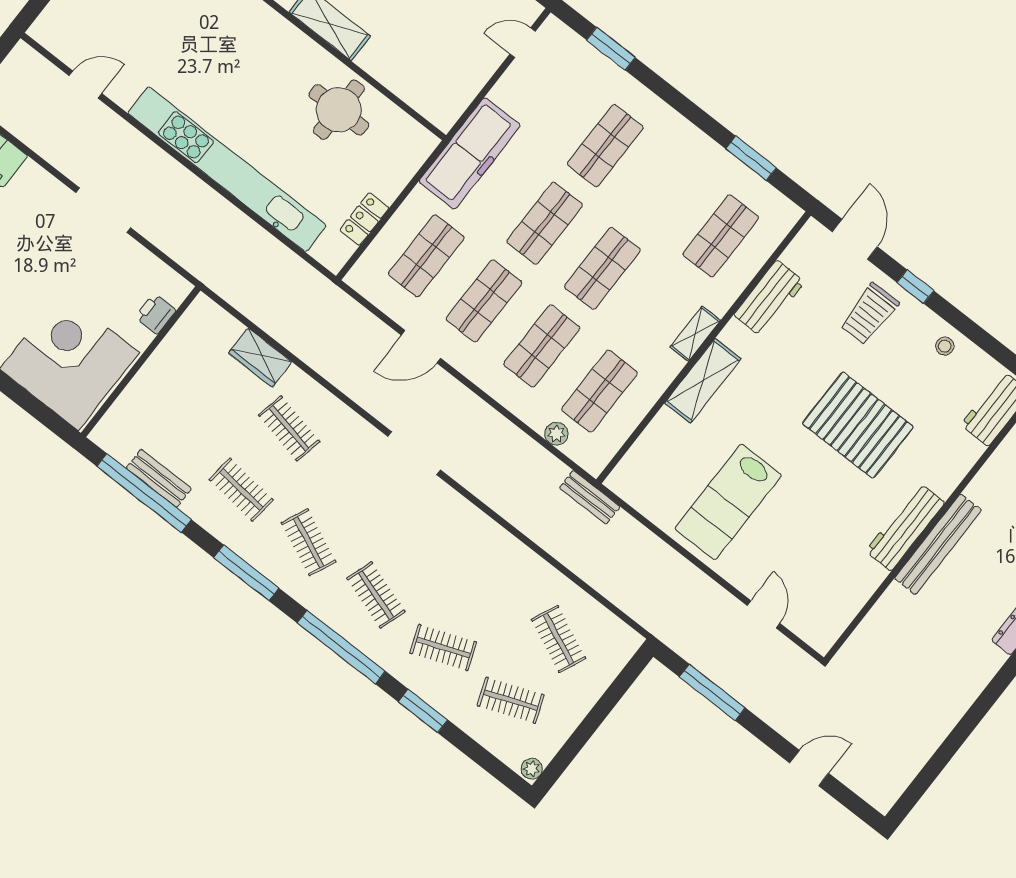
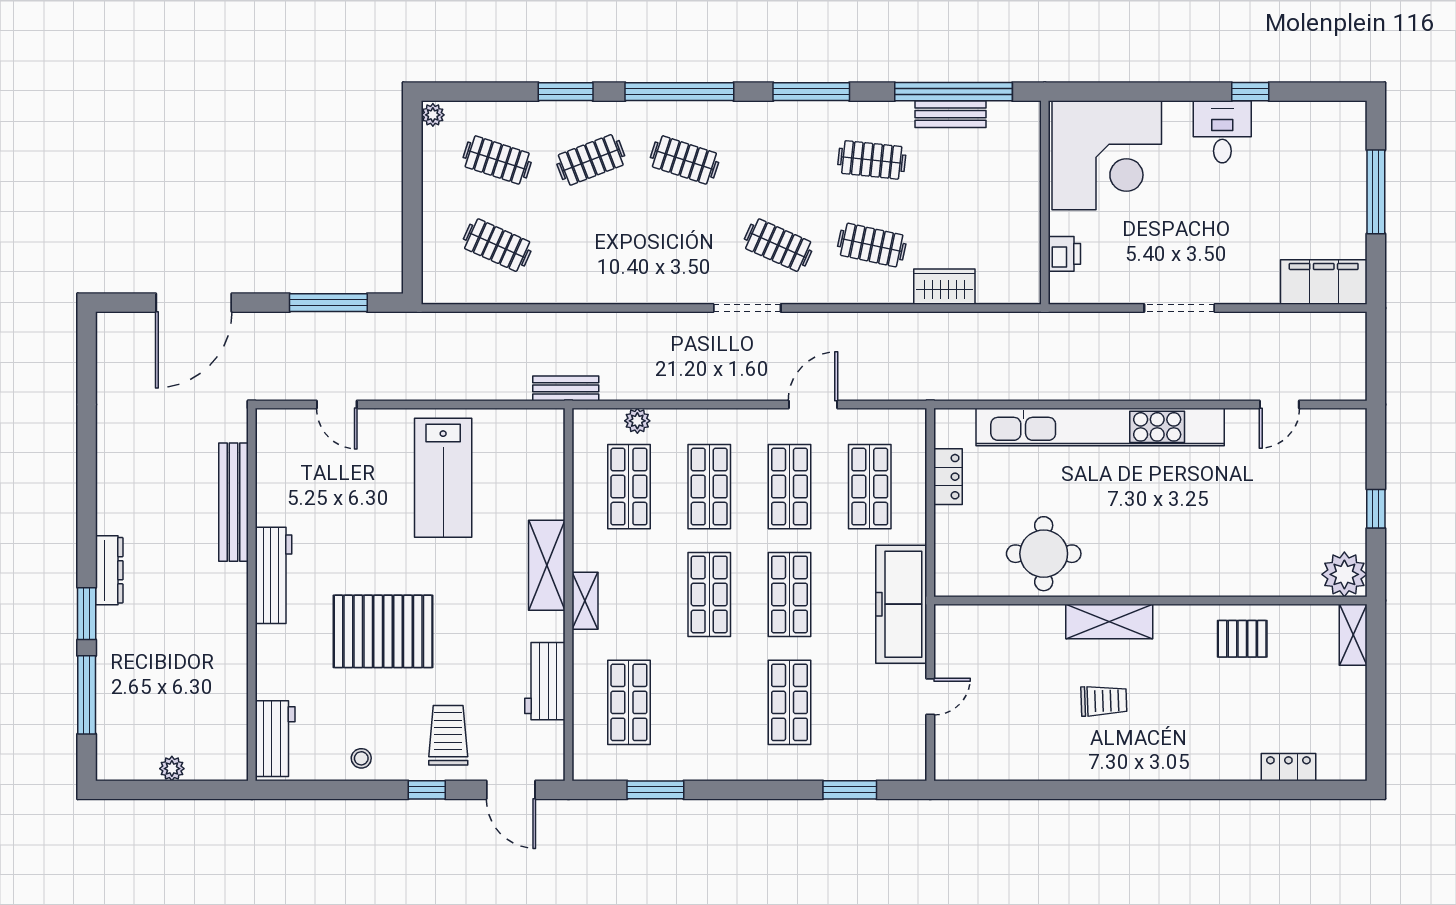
door: (523, 43) -> (930, 697), moved
lab bench: (728, 502) -> (443, 478), turned 180
clothes rail: (309, 542) -> (778, 245), moved
bench: (938, 544) -> (234, 502), moved
clothes rail: (511, 700) -> (497, 160), turned 39
door: (809, 768) -> (194, 303), width x1.88

